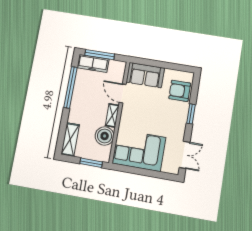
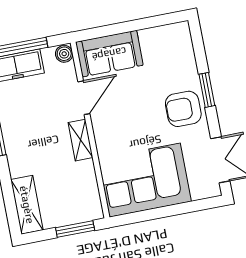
armchair: (180, 91) -> (183, 109), moved
door: (123, 93) -> (84, 98), swing flipped
boiler: (105, 136) -> (64, 54), moved, width x0.54, depth x0.54

